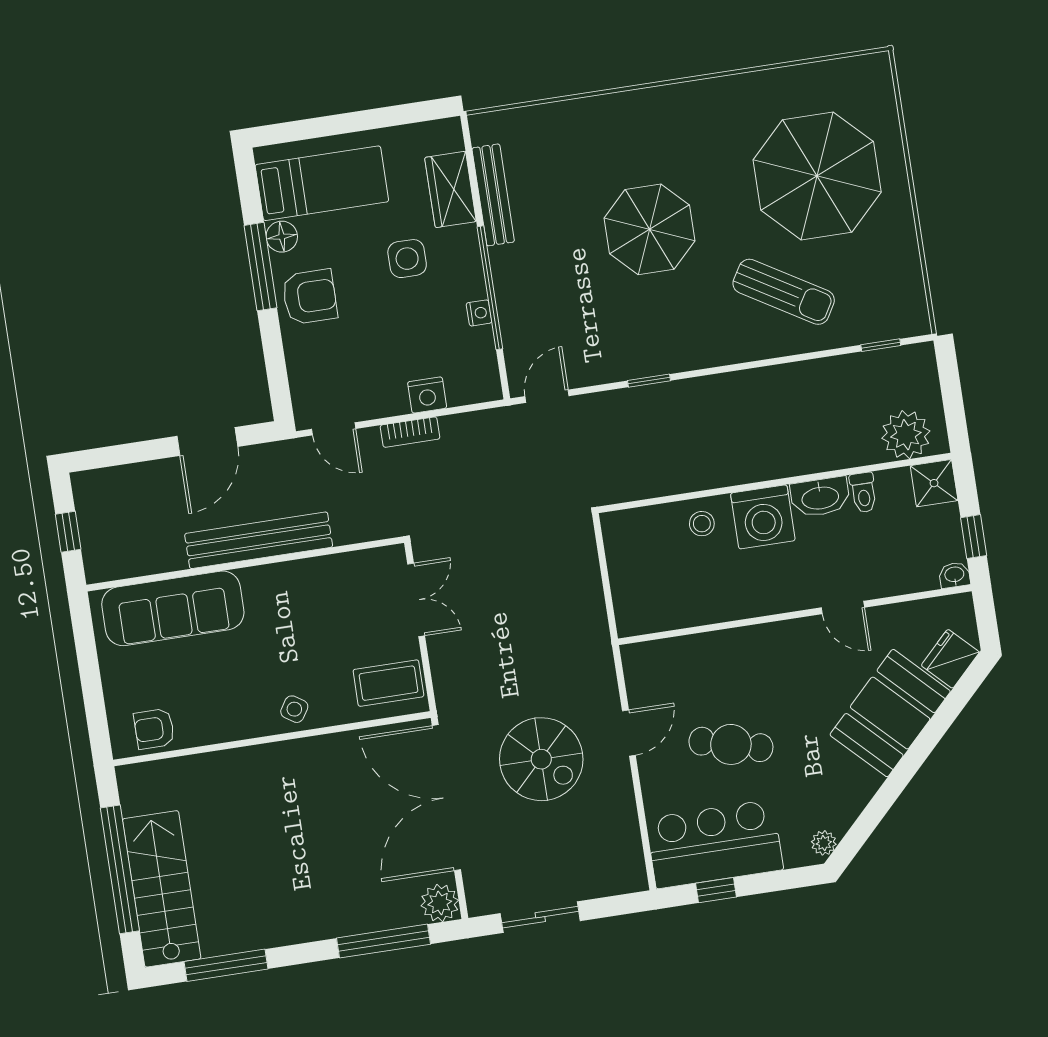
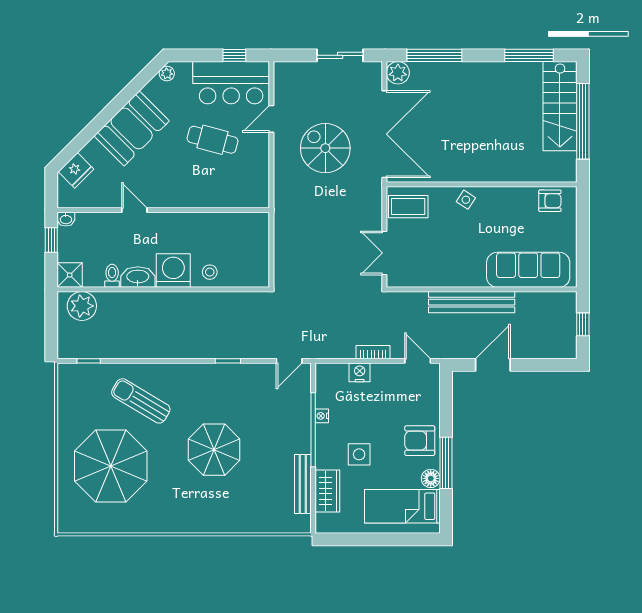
booth: (890, 713) -> (132, 128), moved
door: (629, 733) -> (271, 119), moved

